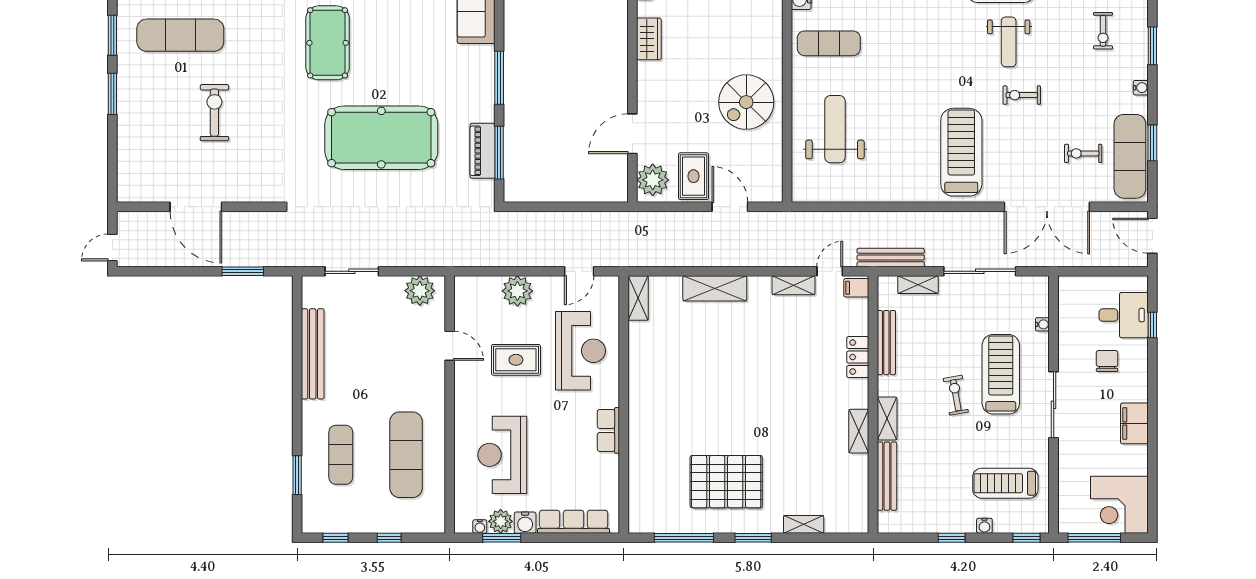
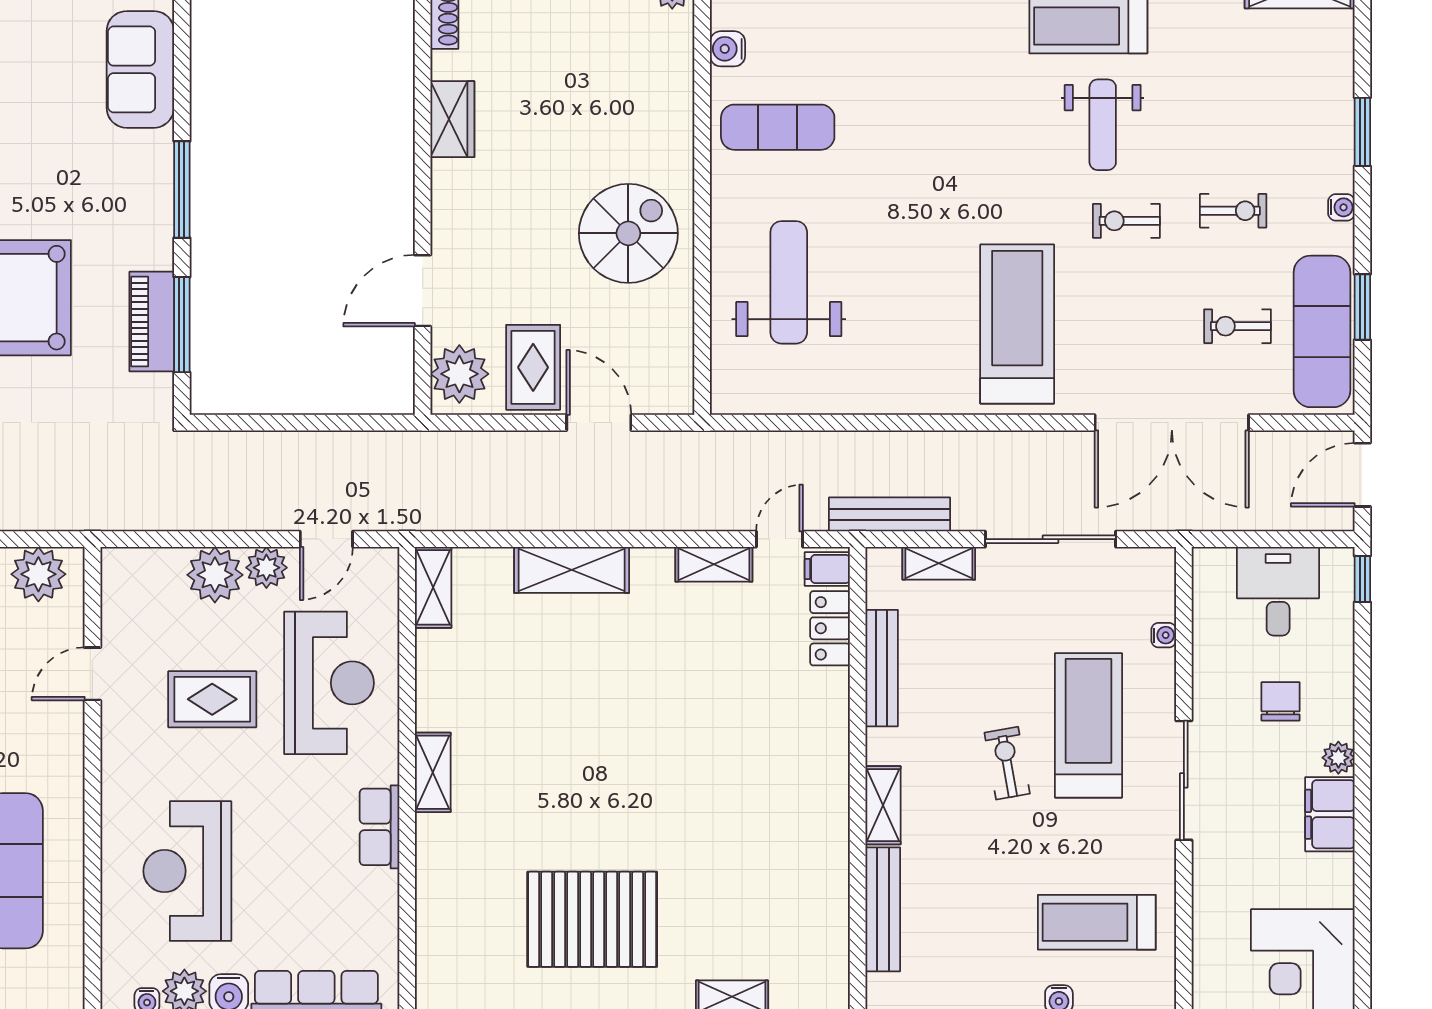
exercise bike: (1103, 31) -> (1233, 211), moved, turned -90
spiral stairs: (746, 102) -> (628, 233), turned 180
door: (1152, 236) -> (1362, 475), hinge flipped
plant: (546, 287) -> (266, 568), added
desk: (1124, 315) -> (1278, 591), moved, turned -90
window: (1152, 325) -> (1362, 579), moved
door: (450, 346) -> (92, 674), swing flipped
locker: (858, 357) -> (830, 628), moved
plant: (1139, 392) -> (1338, 758), added
shelving: (859, 431) -> (433, 772), moved

